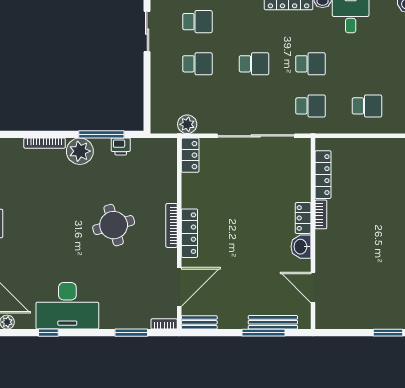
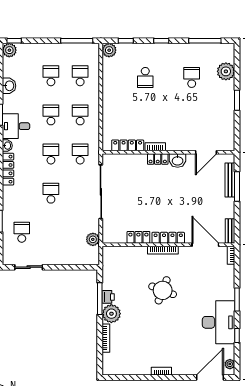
school desk: (197, 64) -> (51, 115), moved
printer: (121, 146) -> (108, 297), moved
locker: (190, 155) -> (138, 237), moved
round table: (114, 225) -> (163, 290), turned 36
window: (131, 333) -> (237, 299), moved

